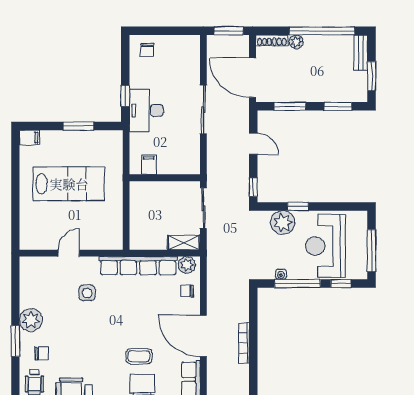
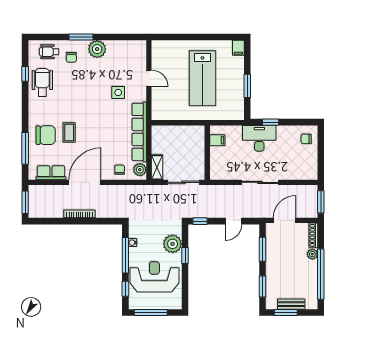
bench: (361, 52) -> (291, 304), moved
door: (253, 78) -> (285, 220), width x0.73

